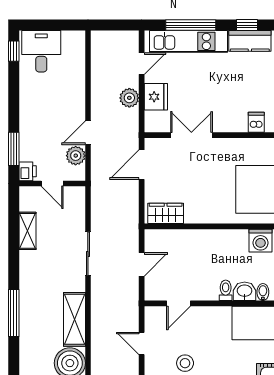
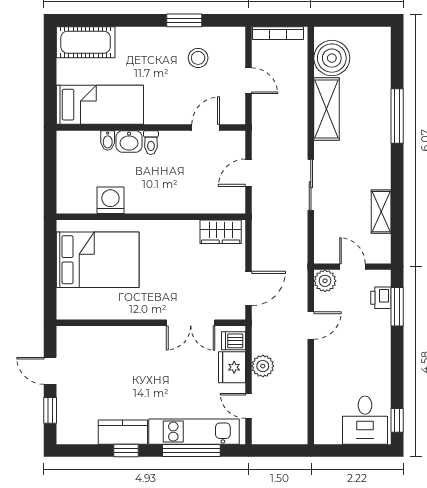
door: (142, 64) -> (248, 406), hinge flipped
dishwasher: (256, 122) -> (234, 341), moved, turned 90
plant: (76, 156) -> (325, 281), moved
printer: (28, 171) -> (381, 298), moved

